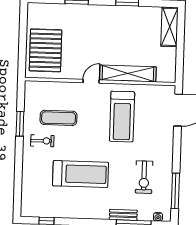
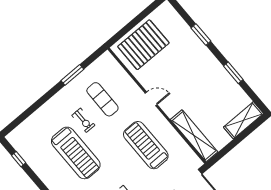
shelving: (128, 73) -> (194, 136), moved
treadmill: (122, 117) -> (146, 145), turned 90
exercise bike: (42, 141) -> (83, 120), moved

